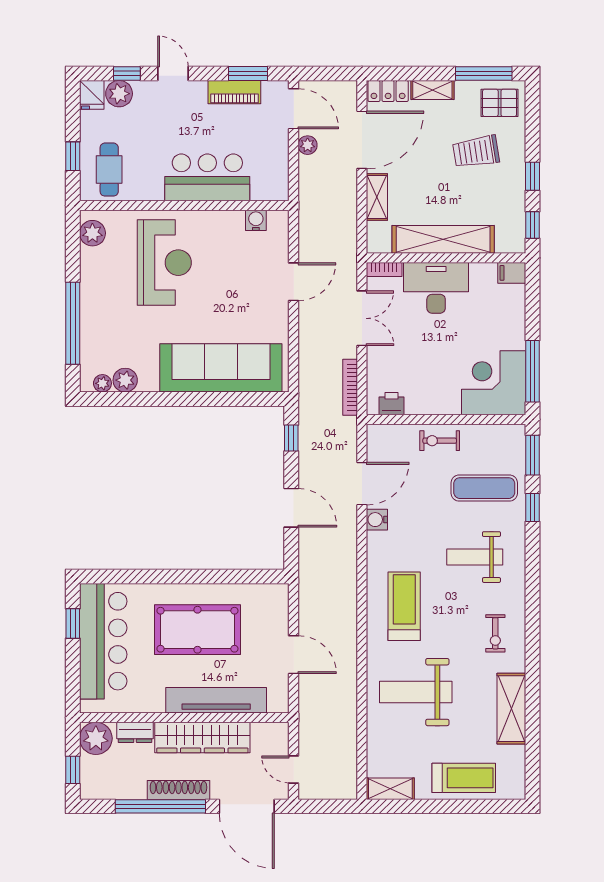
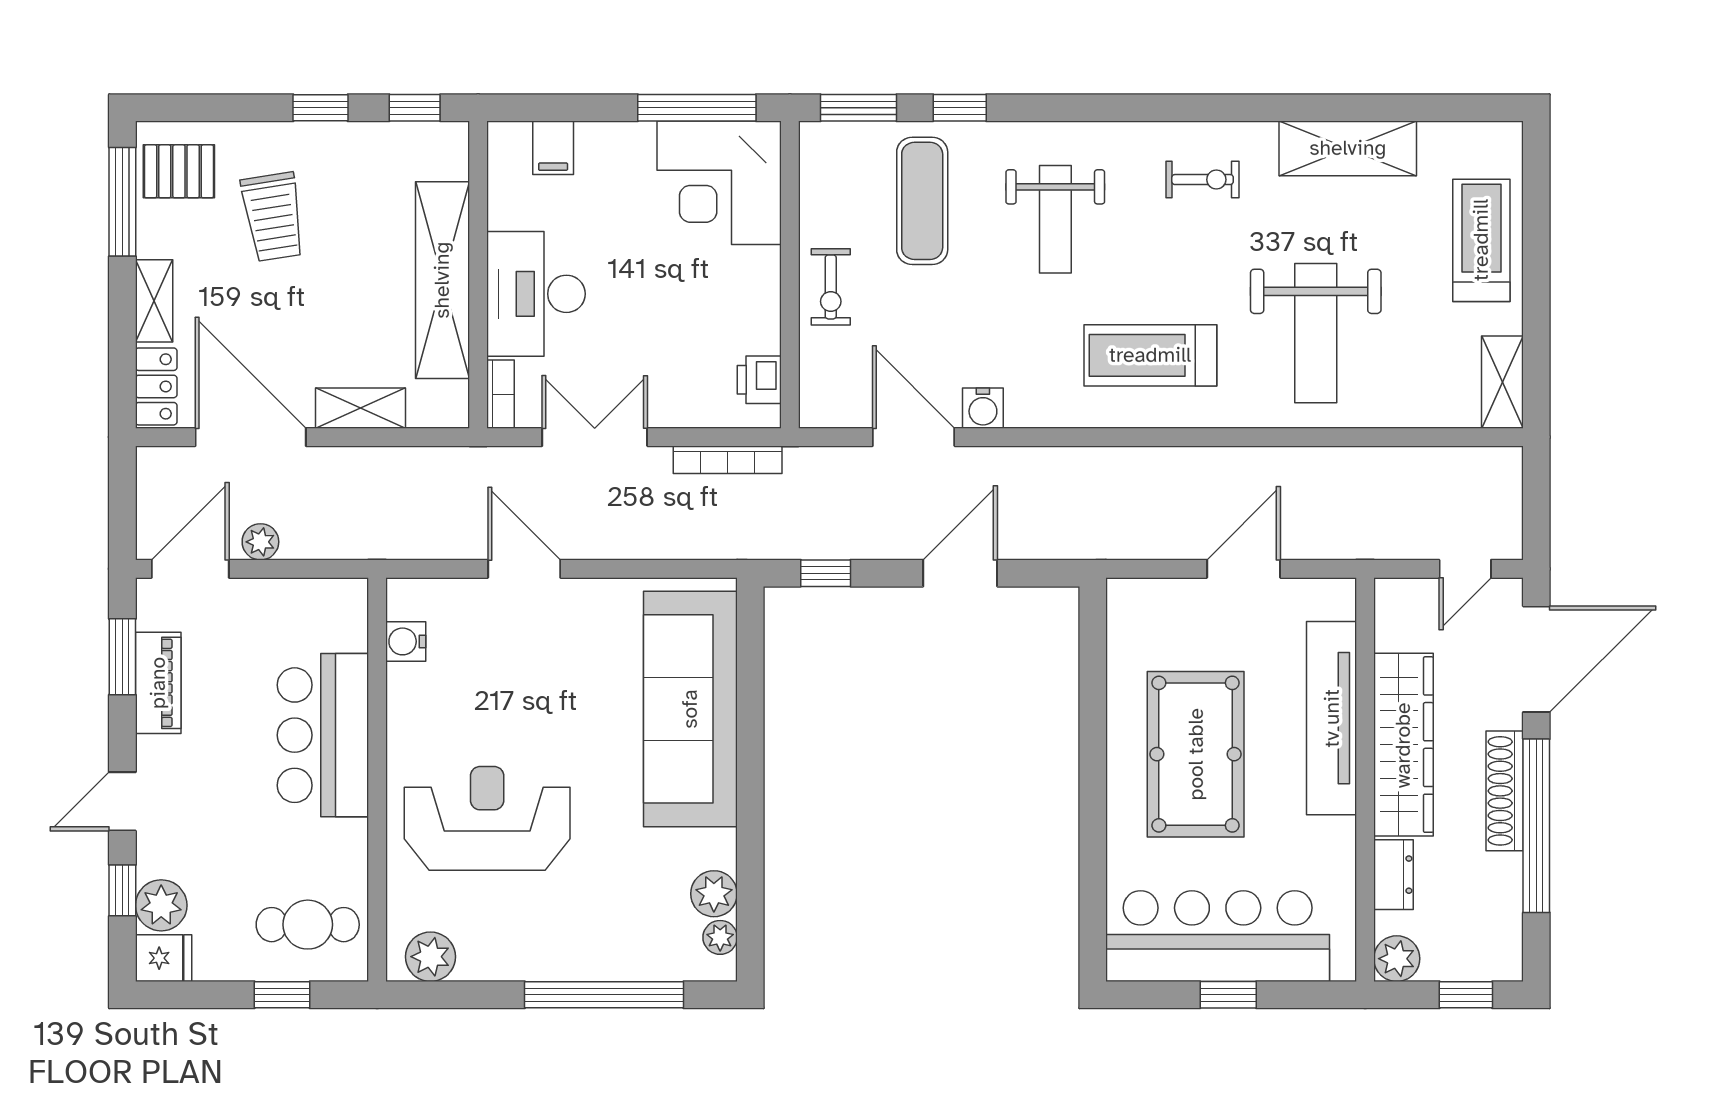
pallet: (500, 103) -> (179, 171), turned 90
filing cabinet: (512, 273) -> (553, 148), moved
window: (73, 624) -> (1228, 995), moved
plant: (96, 738) -> (1397, 959), width x0.73, depth x0.73

